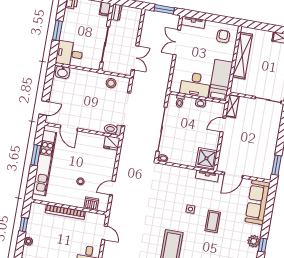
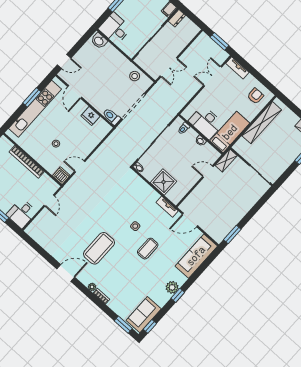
fridge: (112, 143) -> (90, 116), moved
shower: (206, 158) -> (164, 182), moved
dishwasher: (91, 204) -> (61, 176), moved

